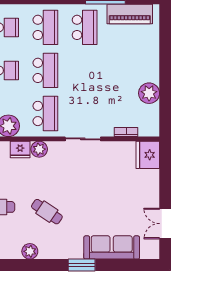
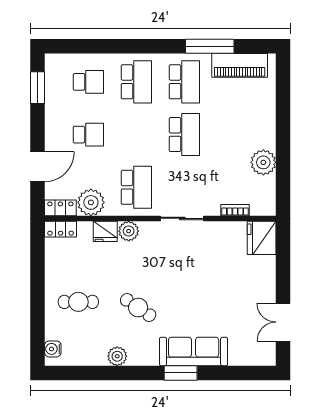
school desk: (45, 70) -> (184, 135), moved
sofa: (112, 247) -> (194, 351), moved

